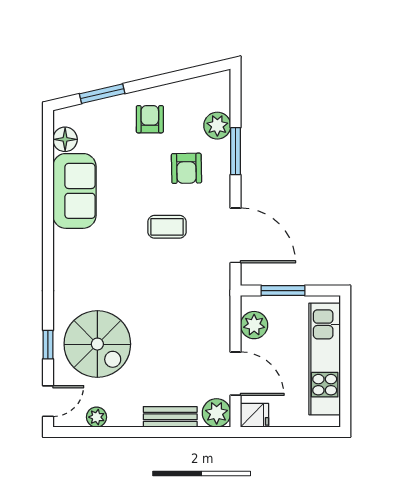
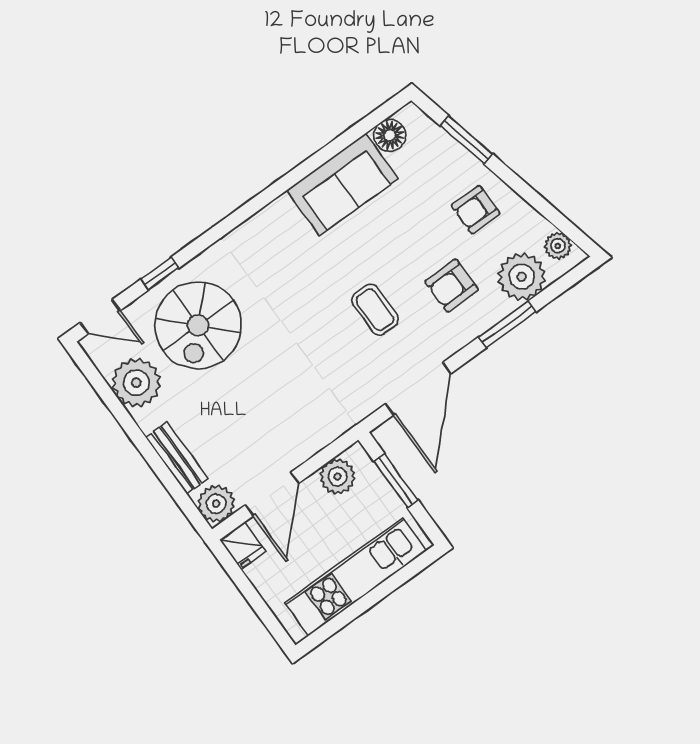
plant: (209, 84) -> (558, 246), added
armchair: (150, 119) -> (476, 209), turned 180
plant: (217, 126) -> (522, 277), width x1.36, depth x1.36
plant: (97, 417) -> (136, 383), width x1.88, depth x1.88

